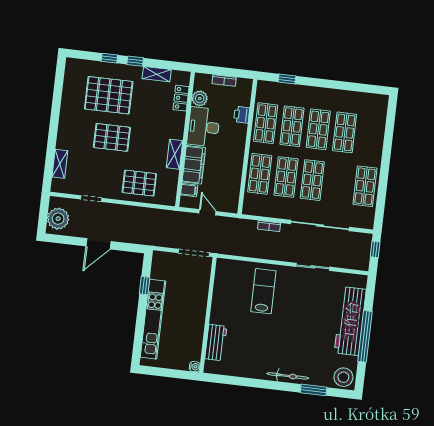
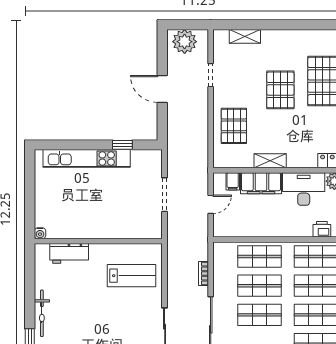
wall: (208, 315) -> (98, 241), moved
workbench: (216, 343) -> (69, 253), moved
water cooler: (195, 367) -> (40, 233), moved

